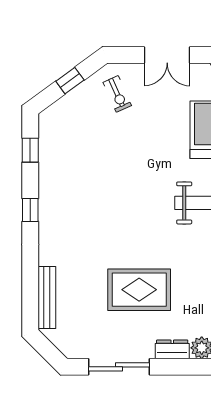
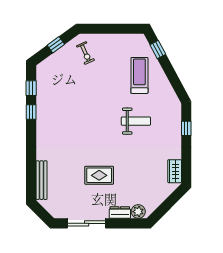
double door: (167, 55) -> (117, 29), removed
window: (30, 210) -> (31, 112), moved
rug: (139, 290) -> (99, 175), width x0.73, depth x0.70

